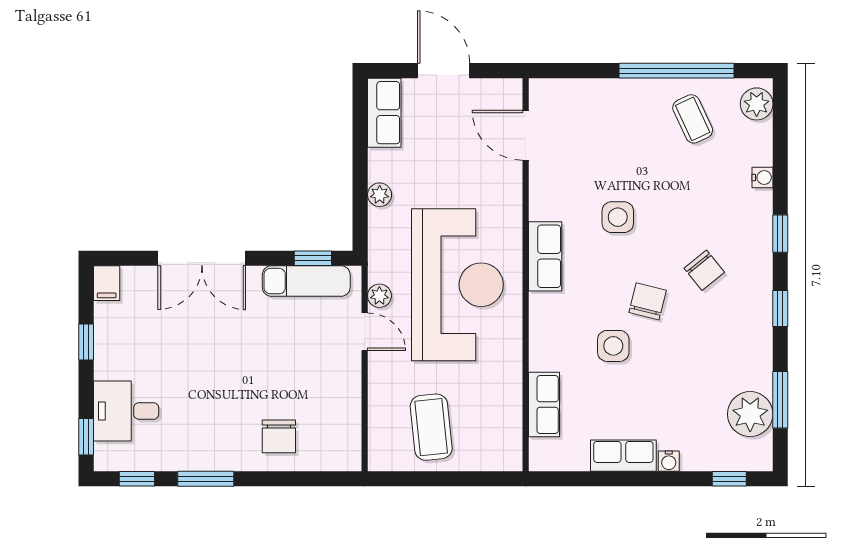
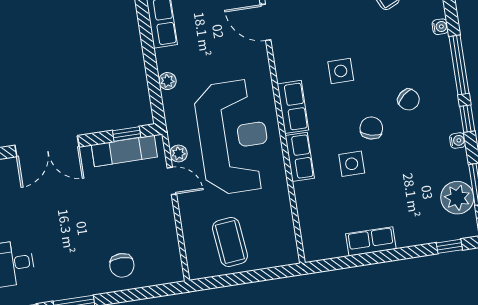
window: (780, 234) -> (459, 65), width x2.17
row of seats: (544, 404) -> (300, 157), moved
water cooler: (669, 461) -> (458, 141), moved, turned -90

